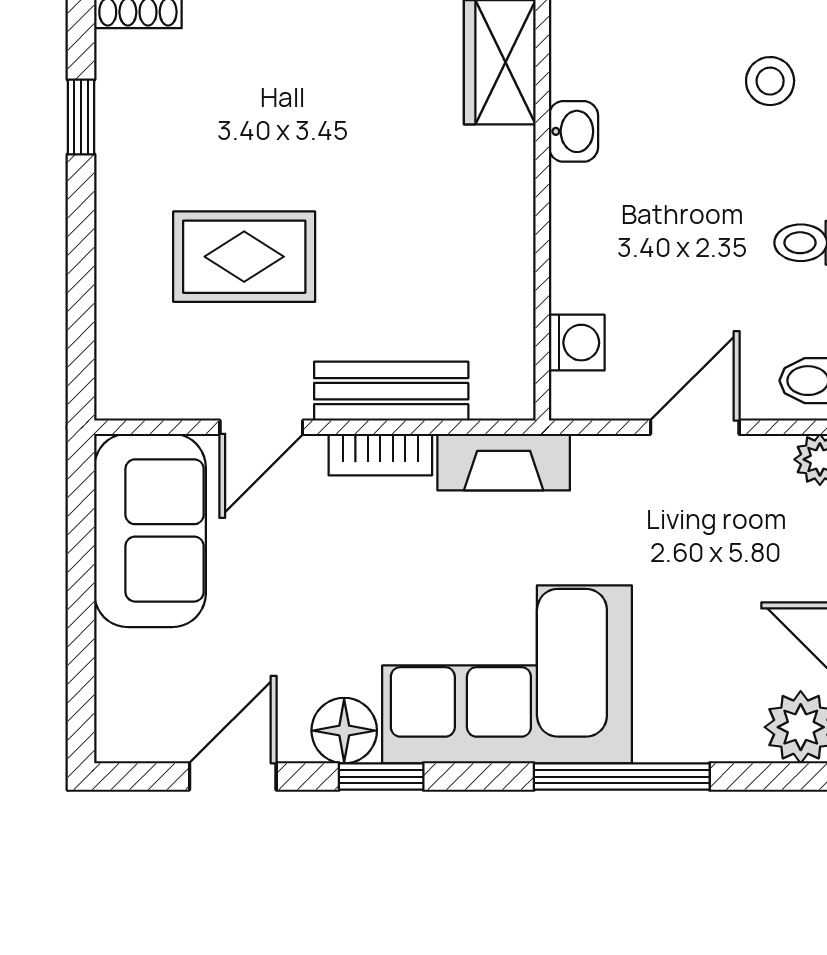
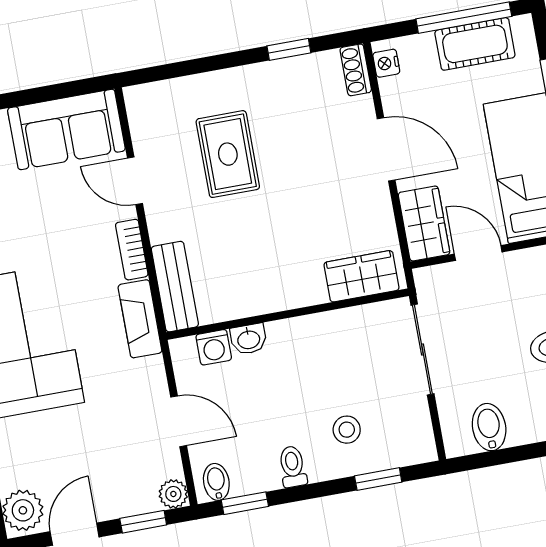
stool: (770, 81) -> (347, 430), moved
washbasin: (573, 131) -> (249, 339), moved
bench: (391, 391) -> (175, 287), moved

